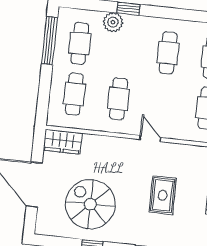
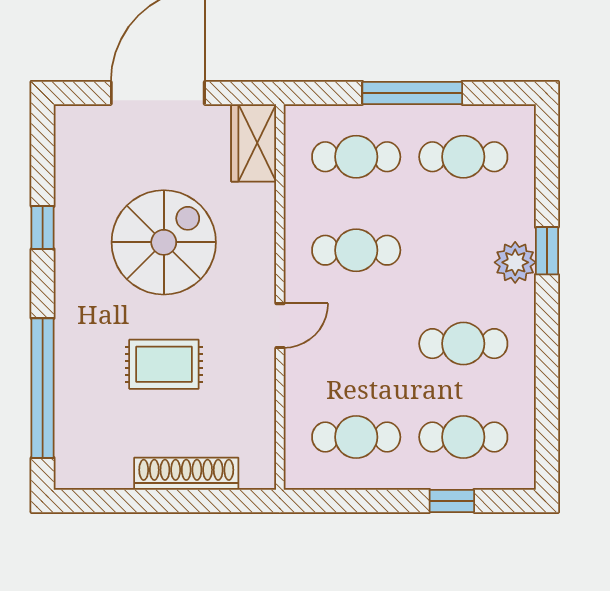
plant: (113, 22) -> (515, 262), moved
window: (50, 41) -> (412, 93), moved
spiral stairs: (90, 204) -> (164, 242), moved

